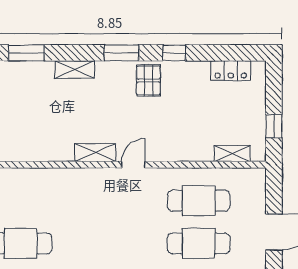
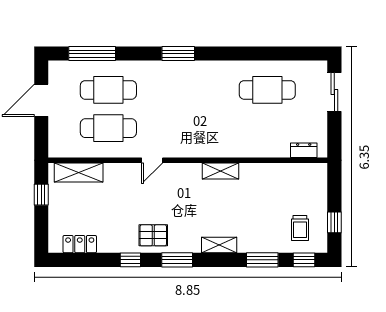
pallet: (148, 80) -> (153, 235), turned 90
shelving: (95, 153) -> (220, 171), moved
shelving: (232, 154) -> (79, 172), width x1.50, depth x1.33
door: (133, 165) -> (152, 160), moved

